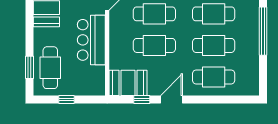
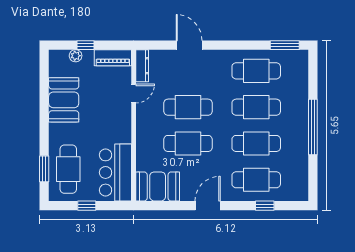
bar counter: (91, 40) -> (115, 172), moved
window: (142, 99) -> (265, 206), moved

